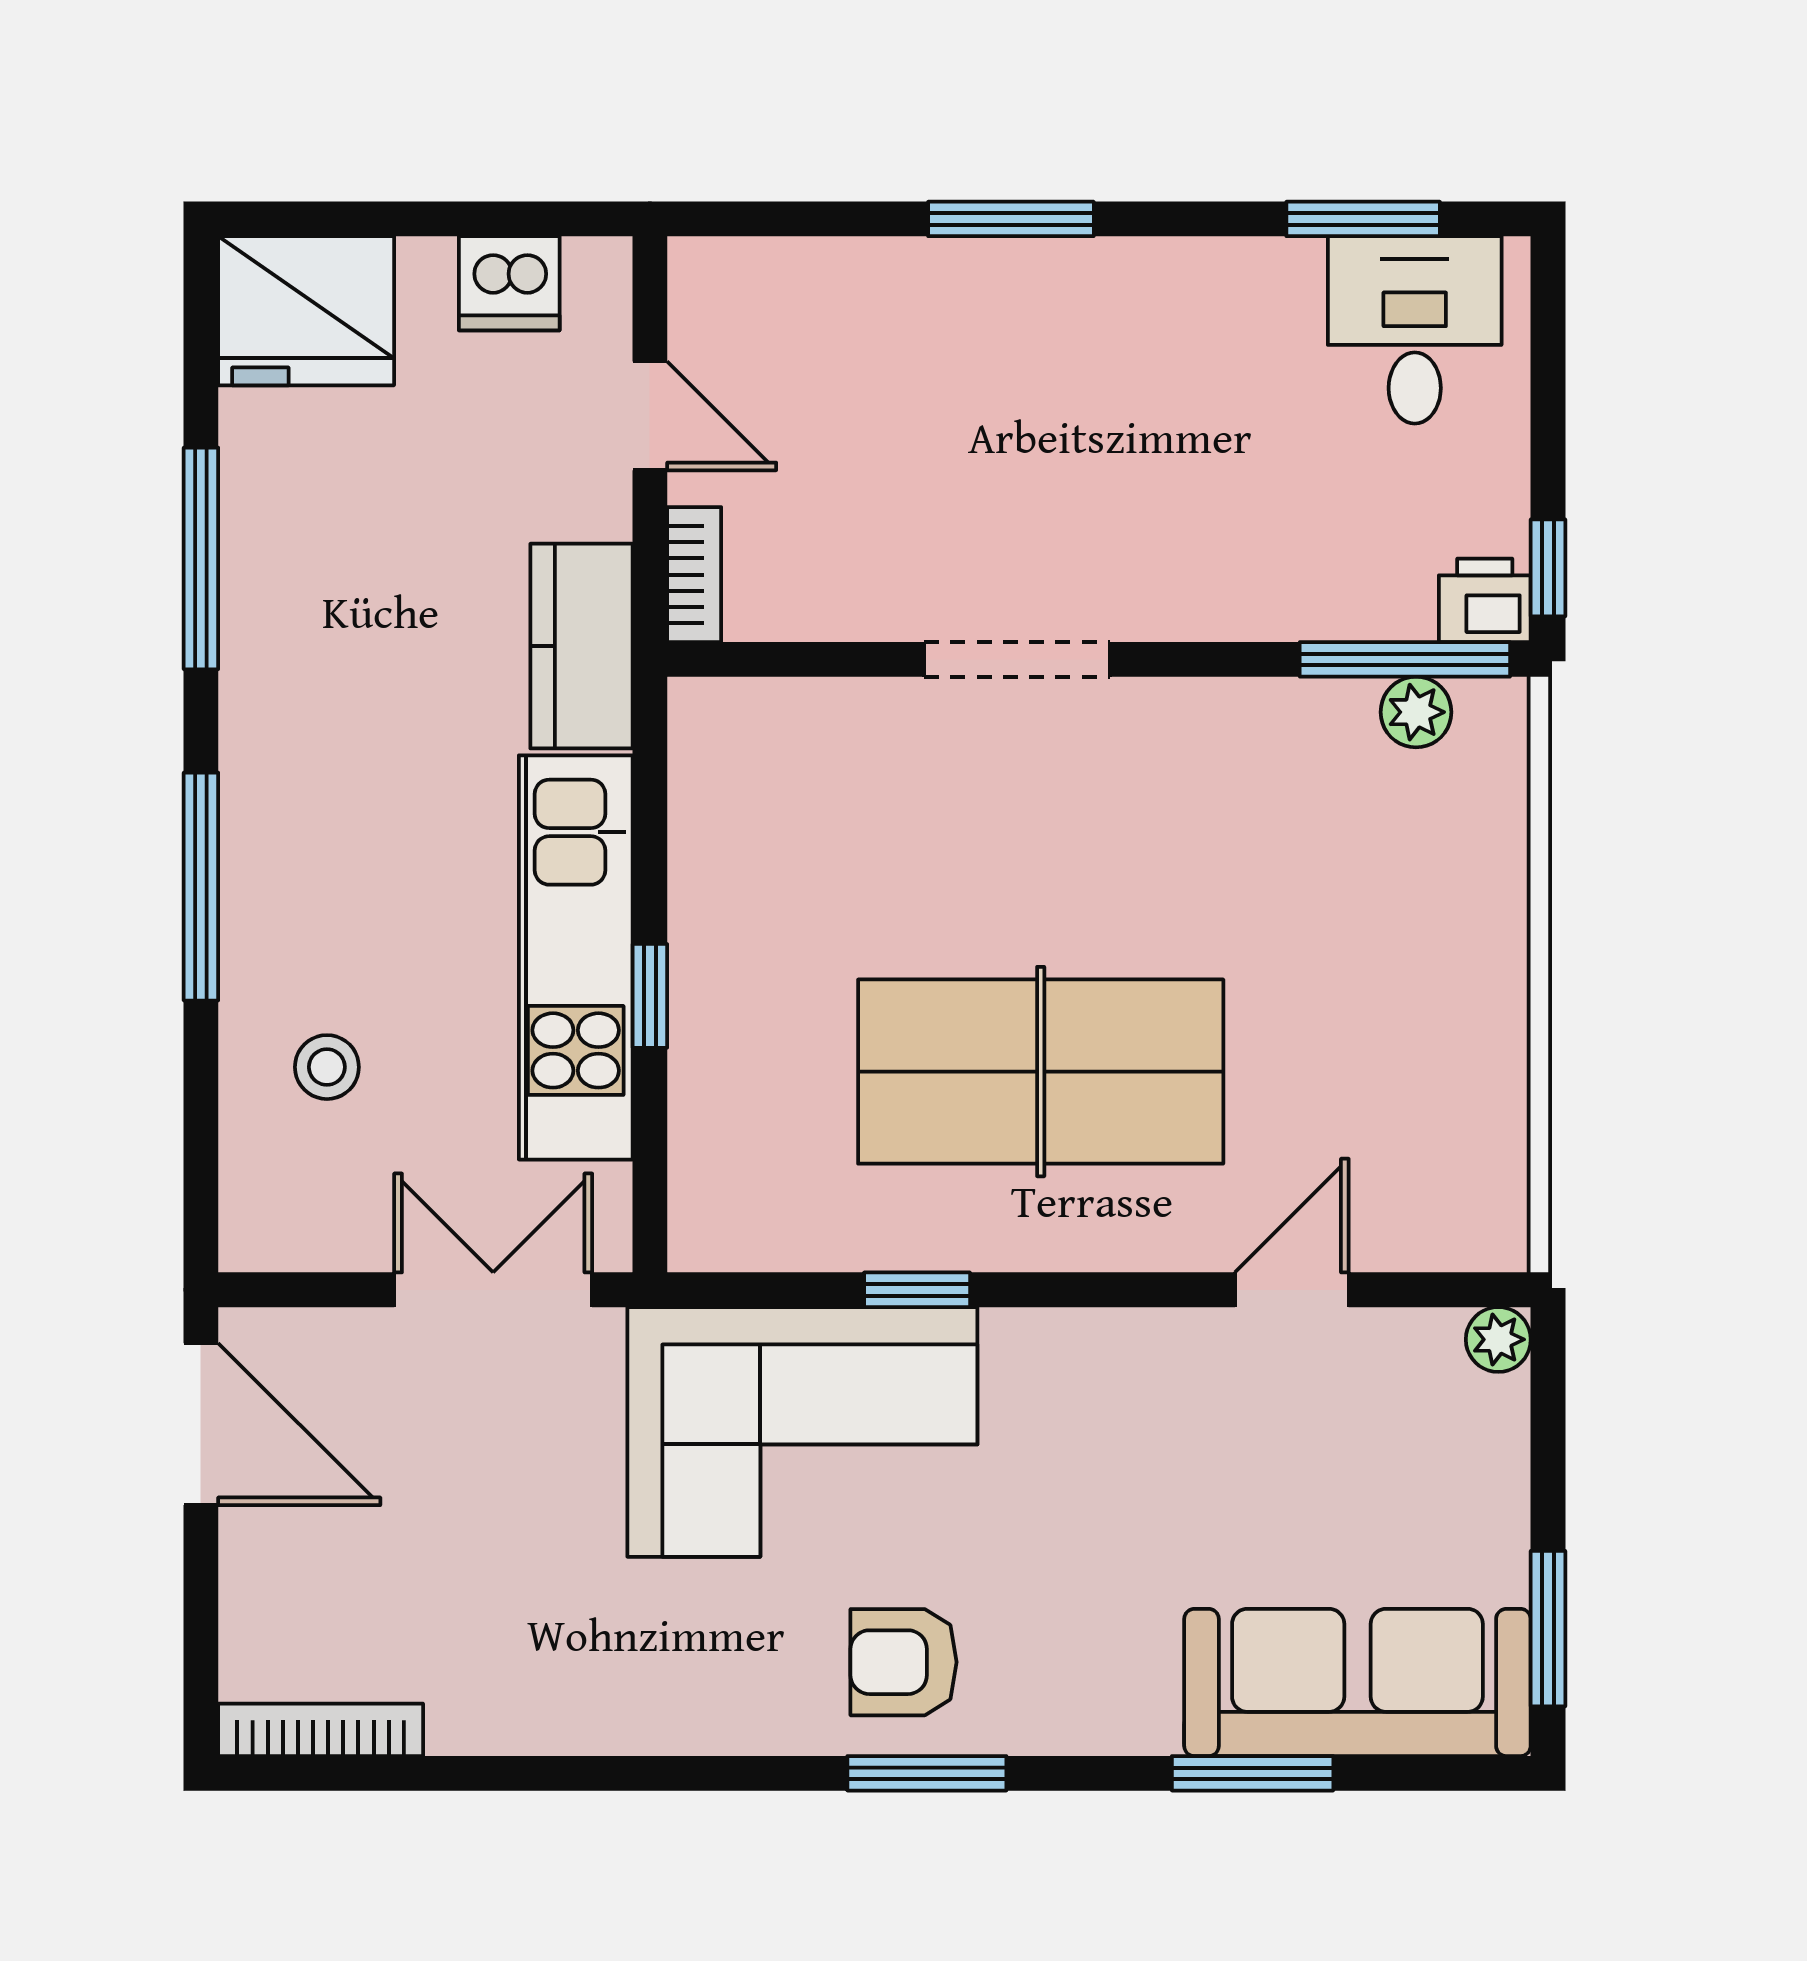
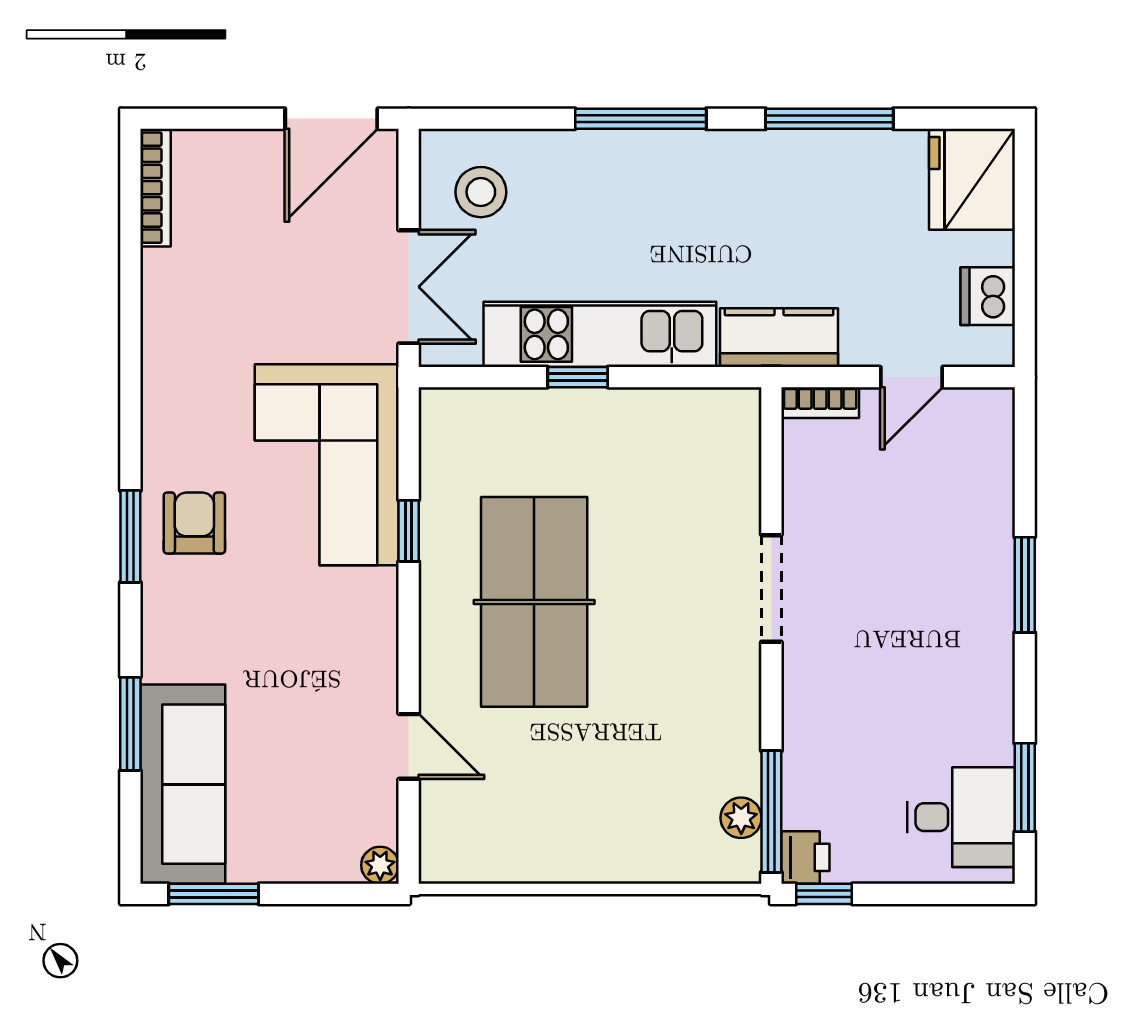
stool: (327, 1067) -> (481, 192), moved, width x1.37, depth x1.37

